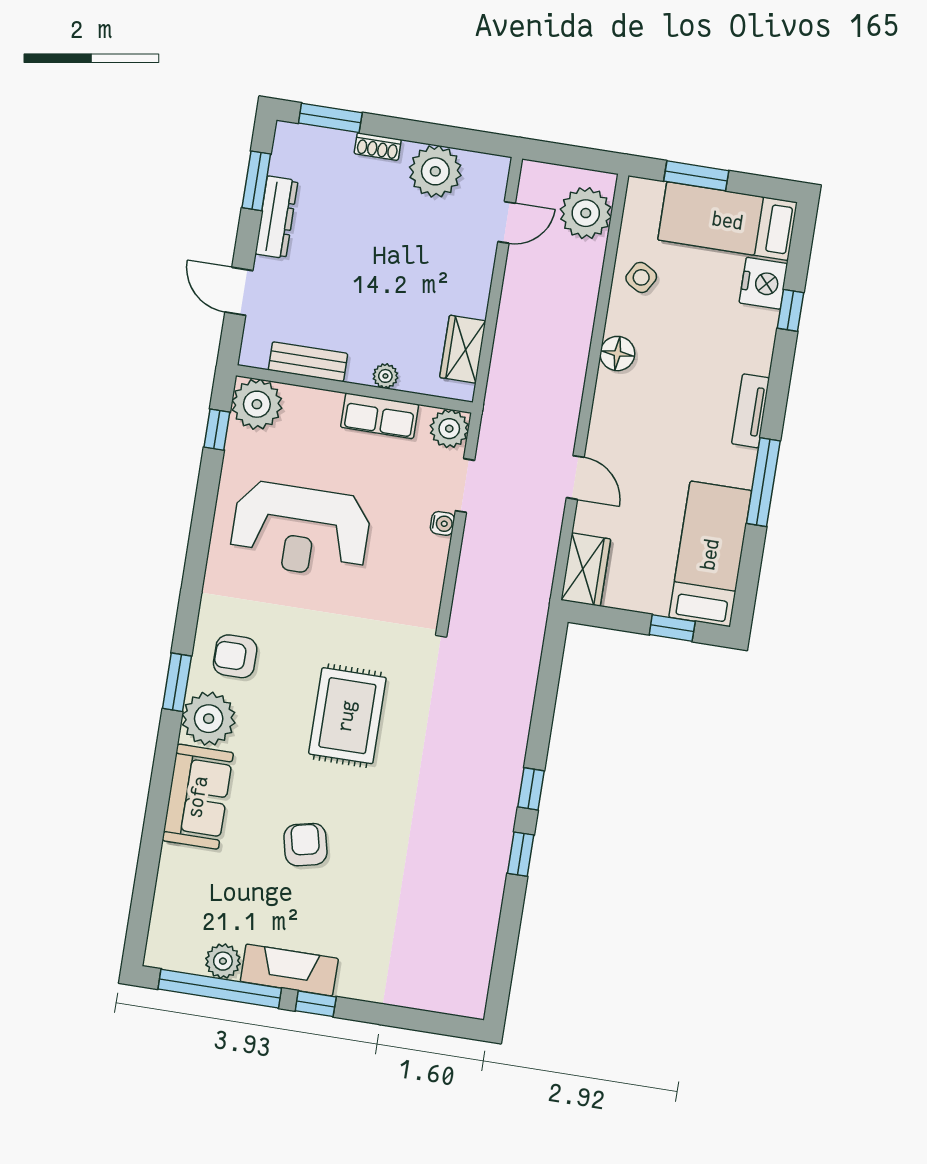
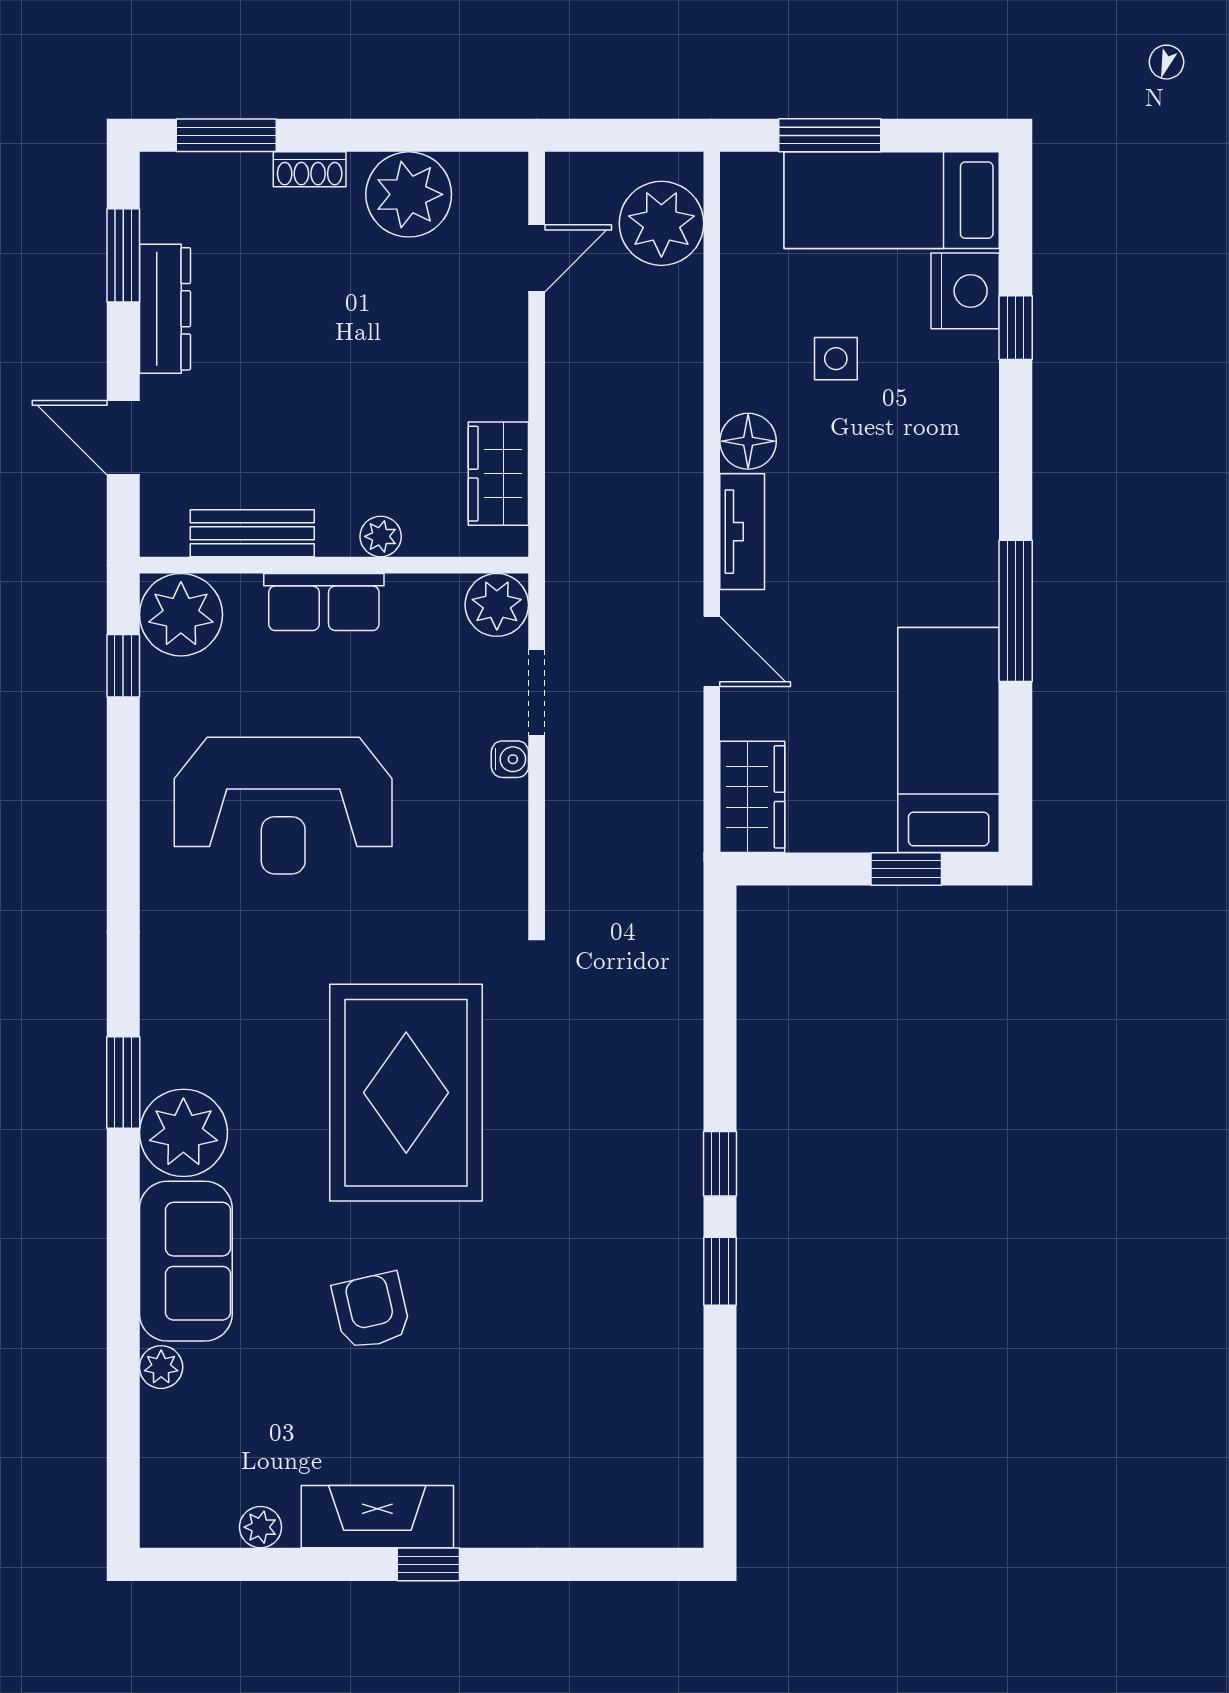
side table: (641, 277) -> (836, 359), moved, turned -30
tv unit: (751, 411) -> (742, 532), moved, turned 180
row of seats: (380, 416) -> (324, 602), moved
armchair: (235, 656) -> (210, 1026), removed
rug: (347, 716) -> (406, 1093), width x1.37, depth x1.44
plant: (173, 859) -> (161, 1367), added
plant: (223, 961) -> (260, 1527), width x0.73, depth x0.73
window: (220, 989) -> (270, 1564), removed

